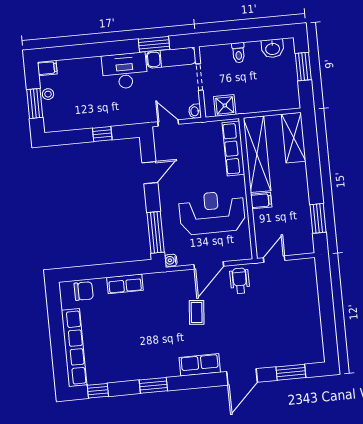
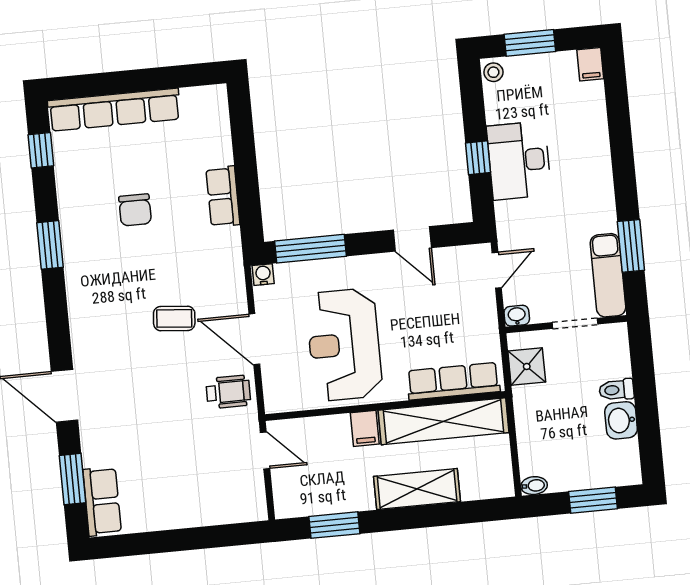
washbasin: (273, 48) -> (621, 420), moved
desk: (125, 71) -> (519, 160), moved, turned 180
stool: (48, 94) -> (493, 72), moved
bidet: (295, 101) -> (534, 486), added
shelving: (294, 138) -> (417, 489), moved
reception desk: (212, 213) -> (344, 345), turned 180
chair: (84, 291) -> (135, 210), moved
row of seats: (200, 365) -> (102, 501), moved

